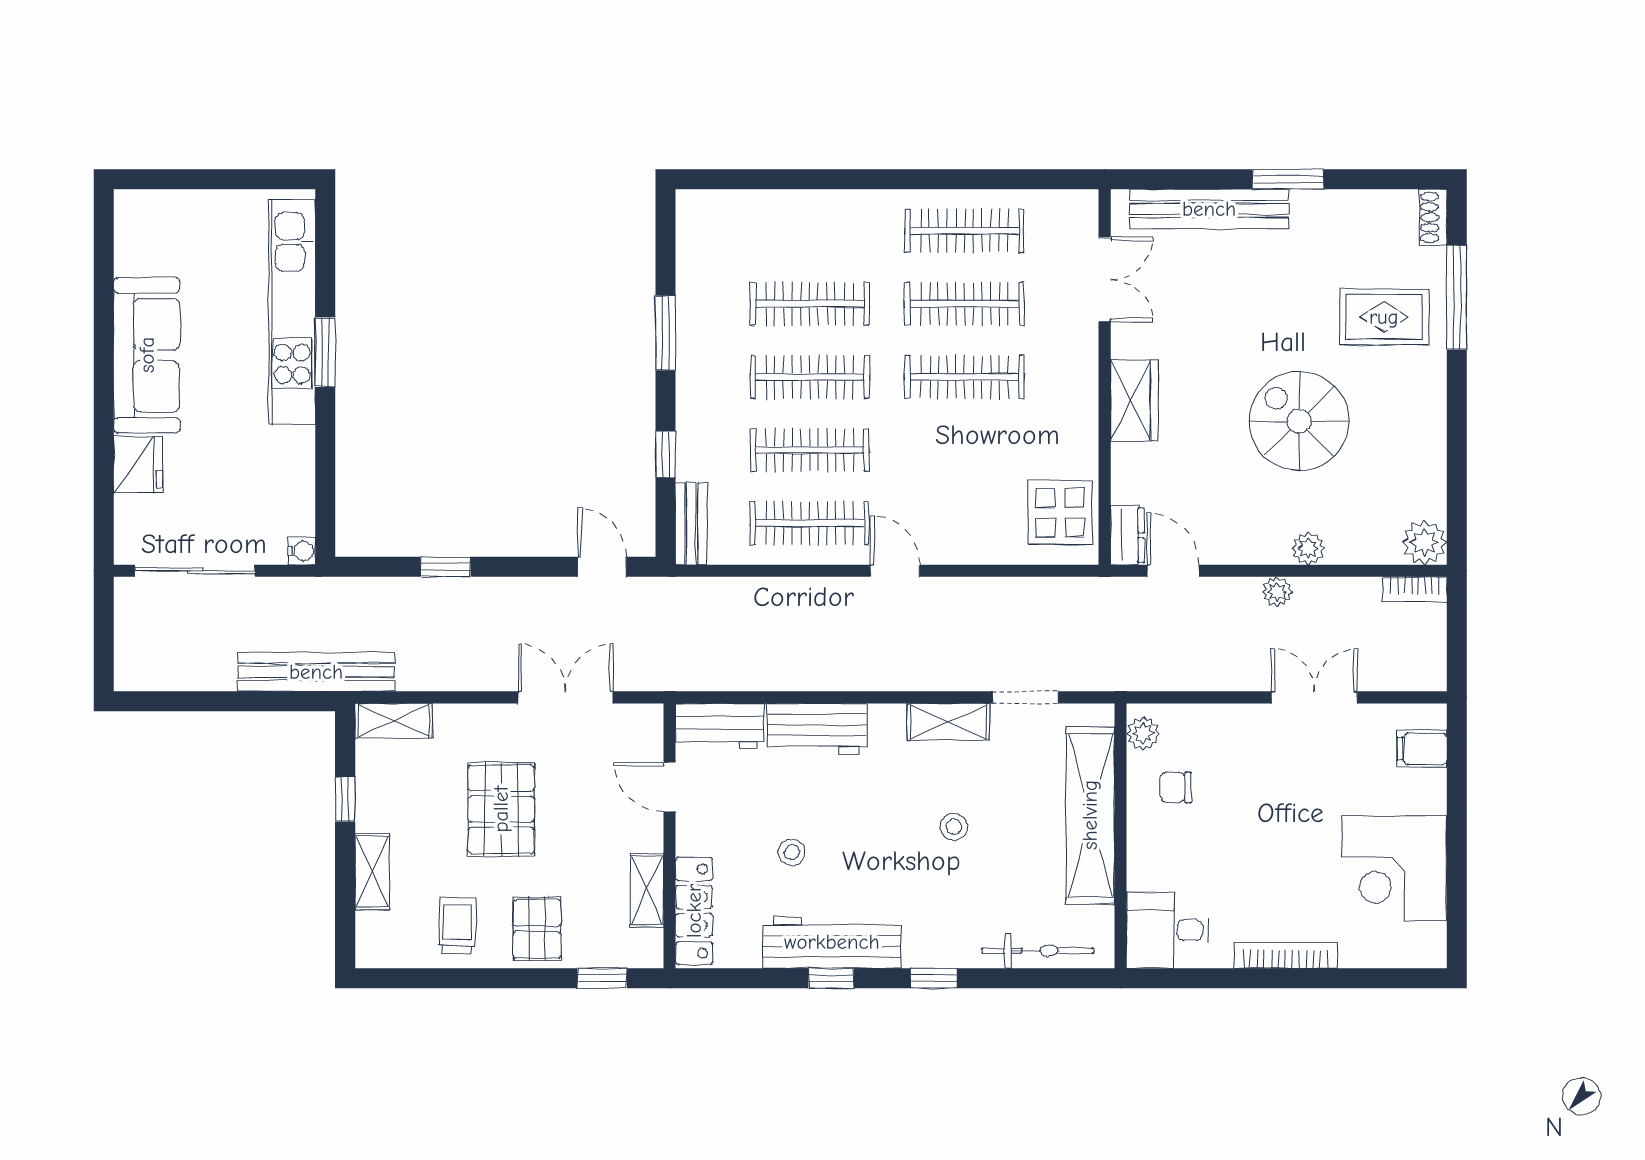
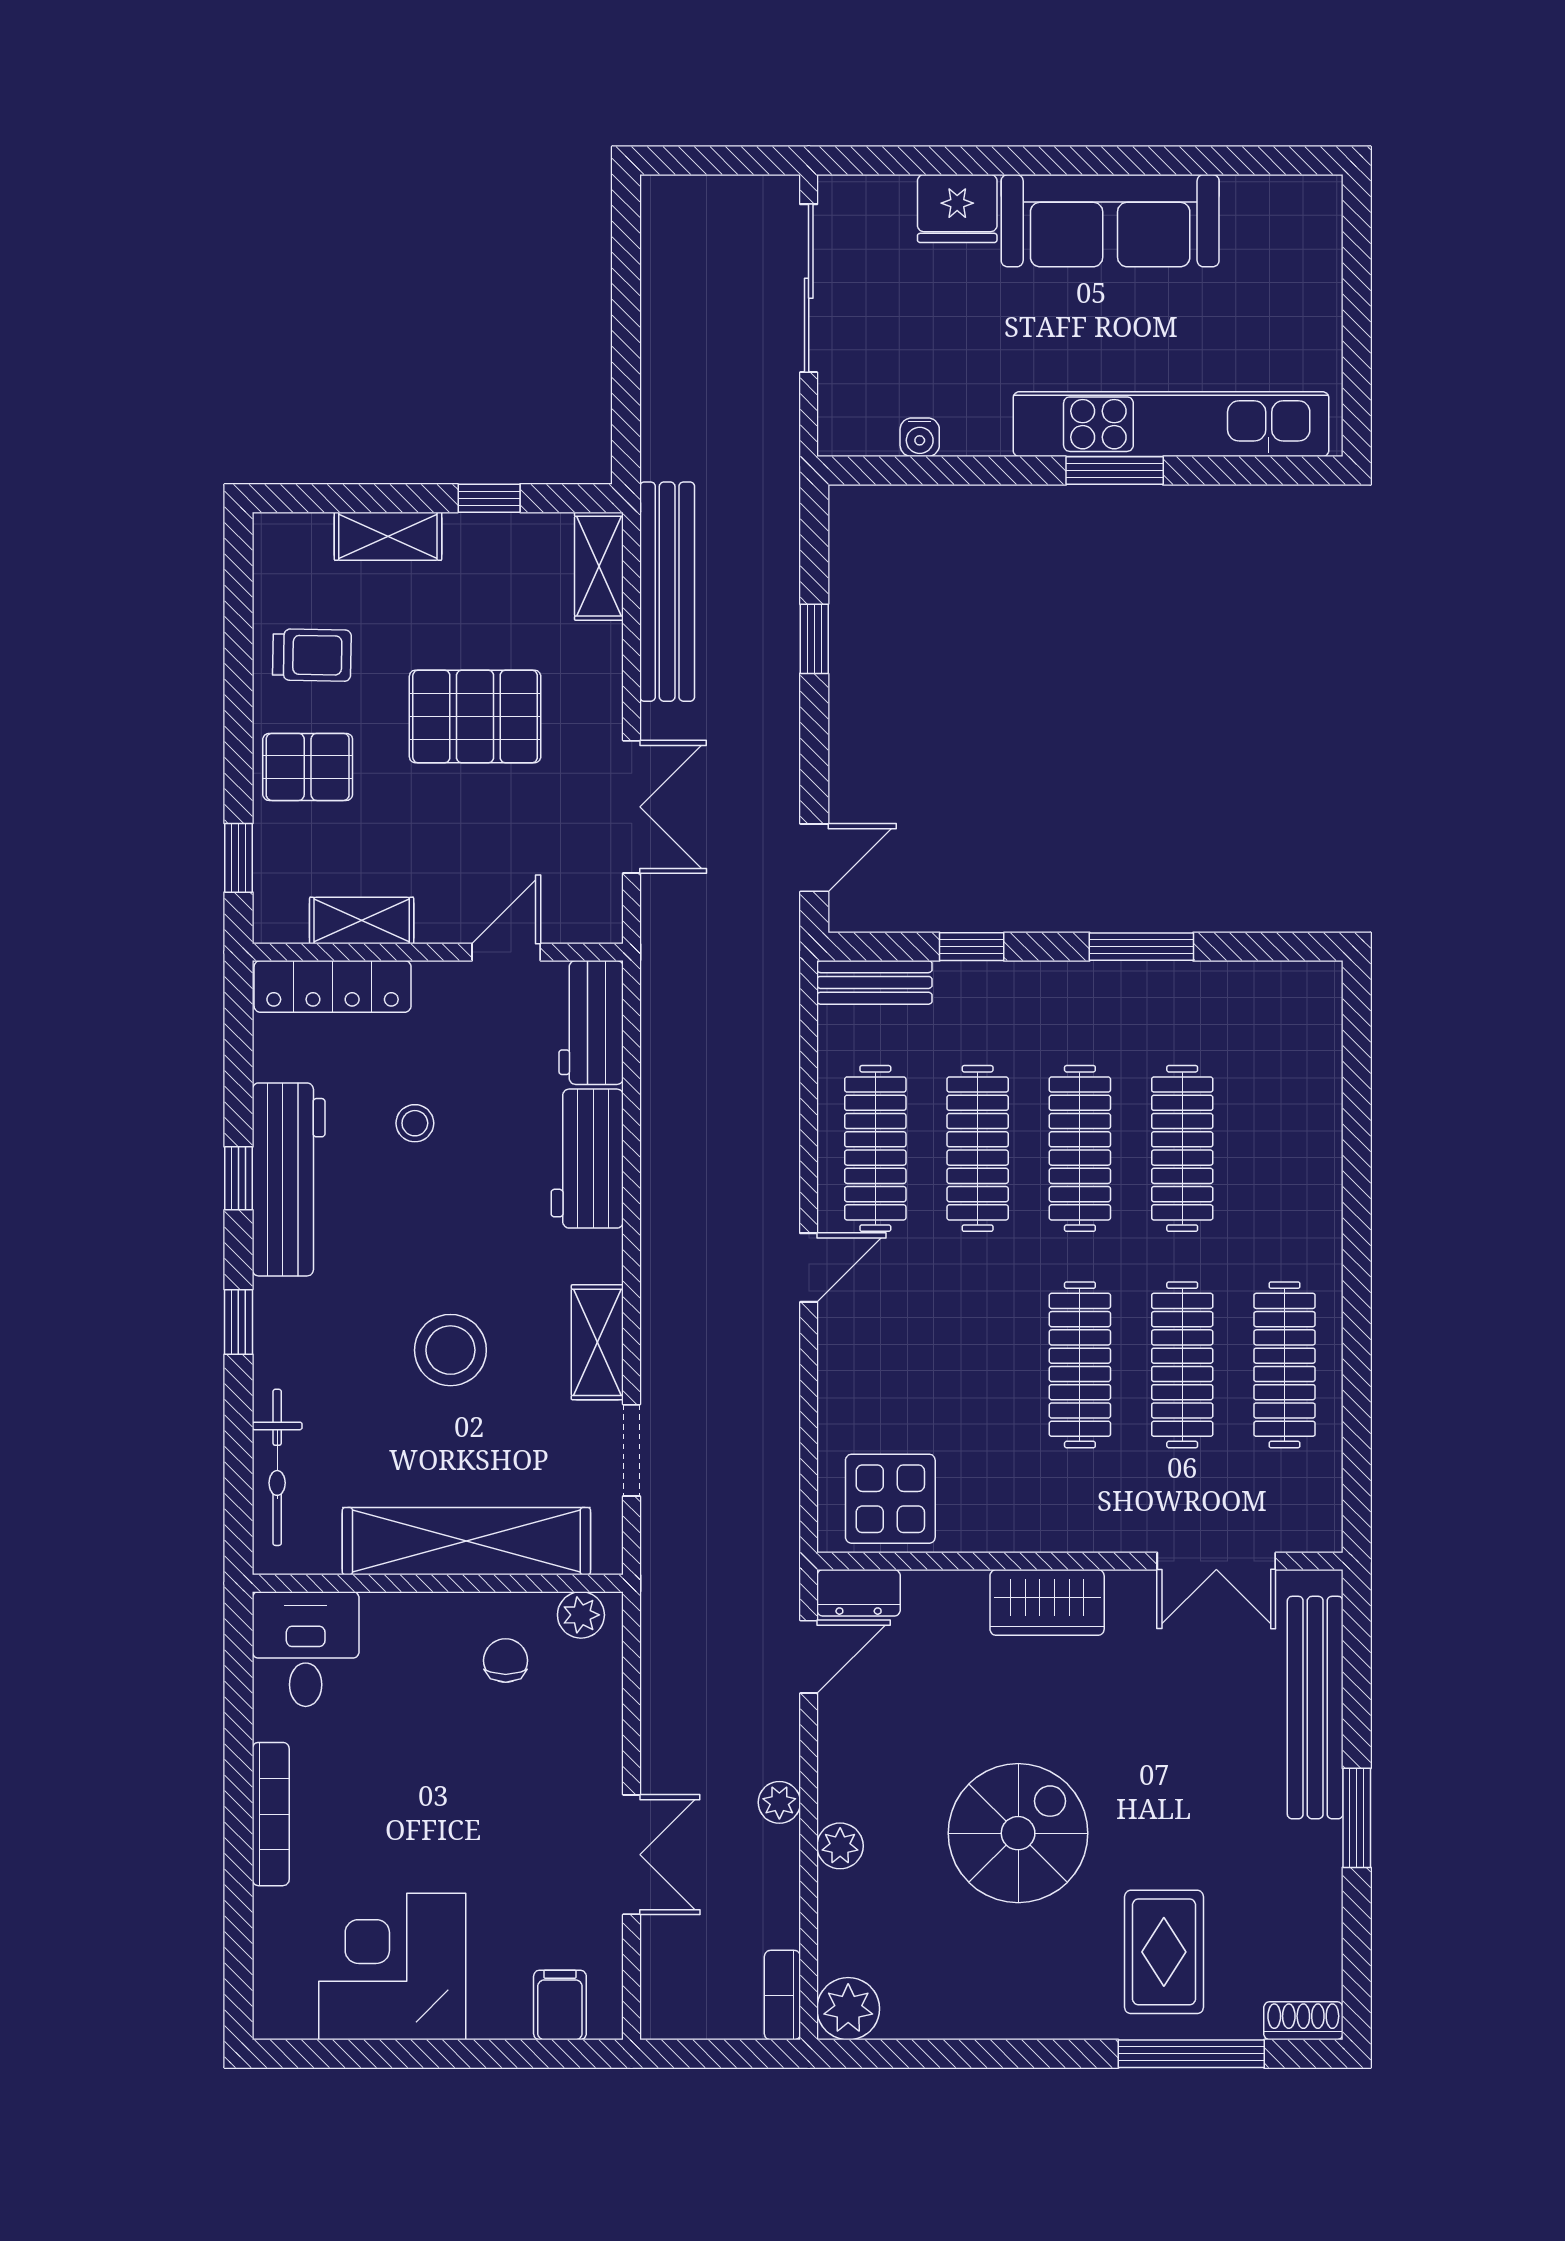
water cooler: (302, 551) -> (920, 437), moved
bench: (316, 672) -> (667, 592), moved
stool: (954, 827) -> (450, 1350), width x1.89, depth x1.89

